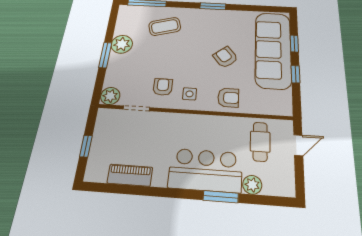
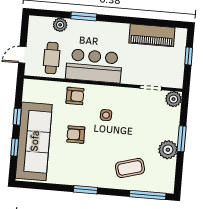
armchair: (225, 57) -> (76, 135), turned 129
armchair: (163, 87) -> (130, 107), removed
side table: (190, 94) -> (106, 115), moved
armchair: (228, 98) -> (75, 96), turned 180
bar counter: (205, 170) -> (94, 66), moved, turned 180
piano: (130, 175) -> (152, 35), width x1.37, depth x1.33

